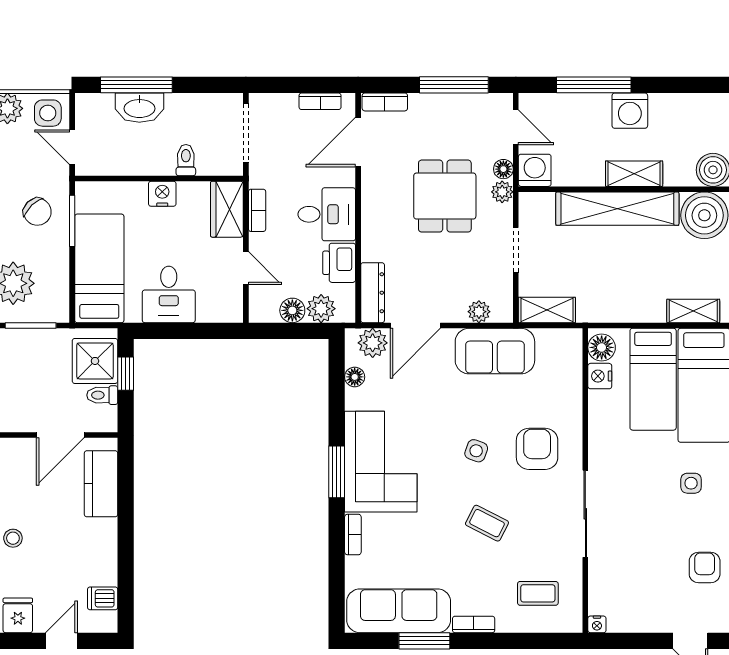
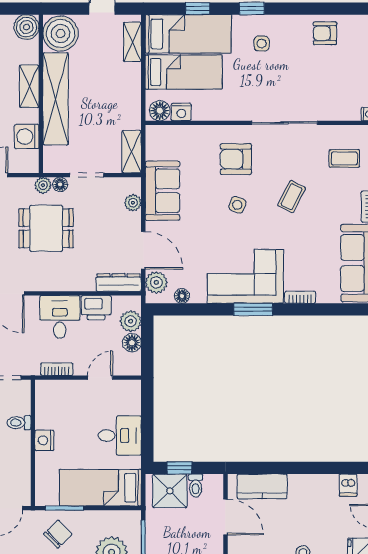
floor lamp: (503, 169) -> (60, 184), moved
washing machine: (535, 170) -> (27, 137), moved
wardrobe: (227, 209) -> (56, 392), removed
coffee table: (538, 593) -> (344, 158), turned 90

